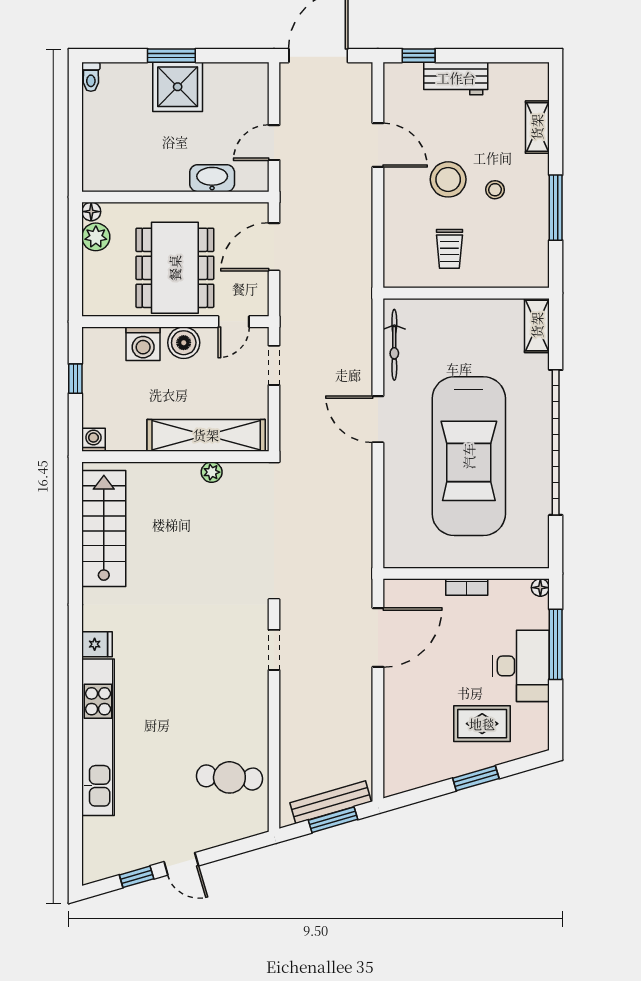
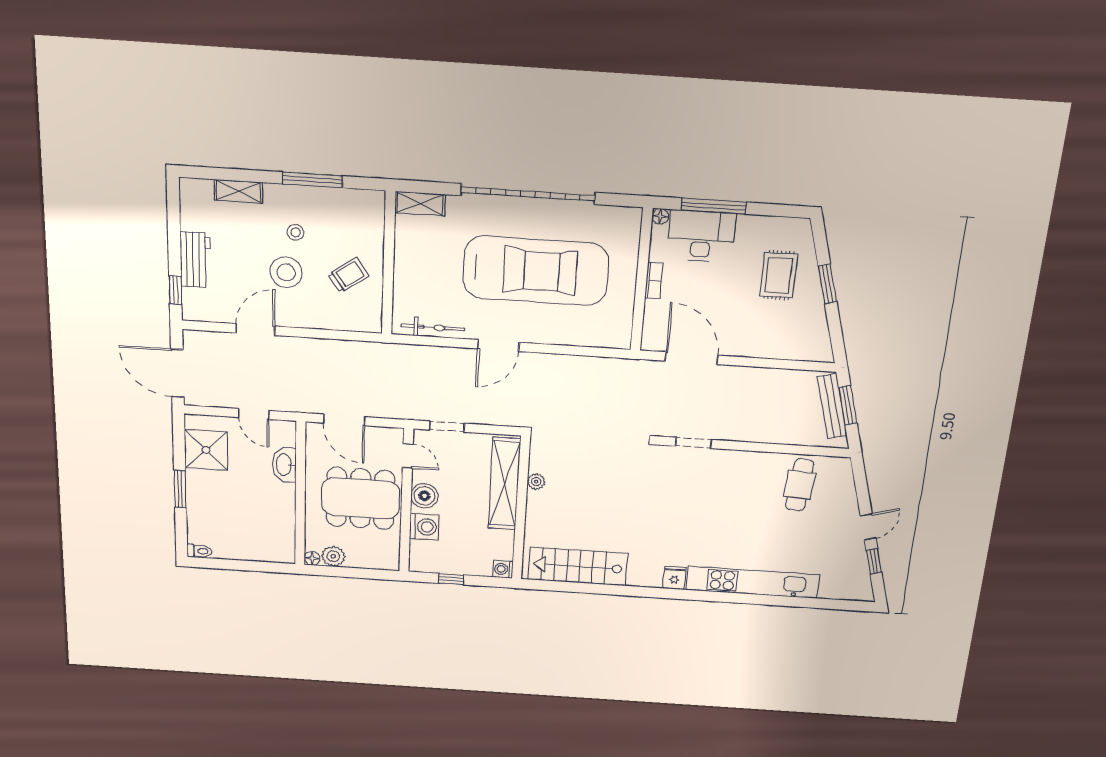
shower: (178, 87) -> (206, 450), moved
trolley: (449, 249) -> (348, 275), turned -35
desk: (521, 666) -> (701, 236), moved

